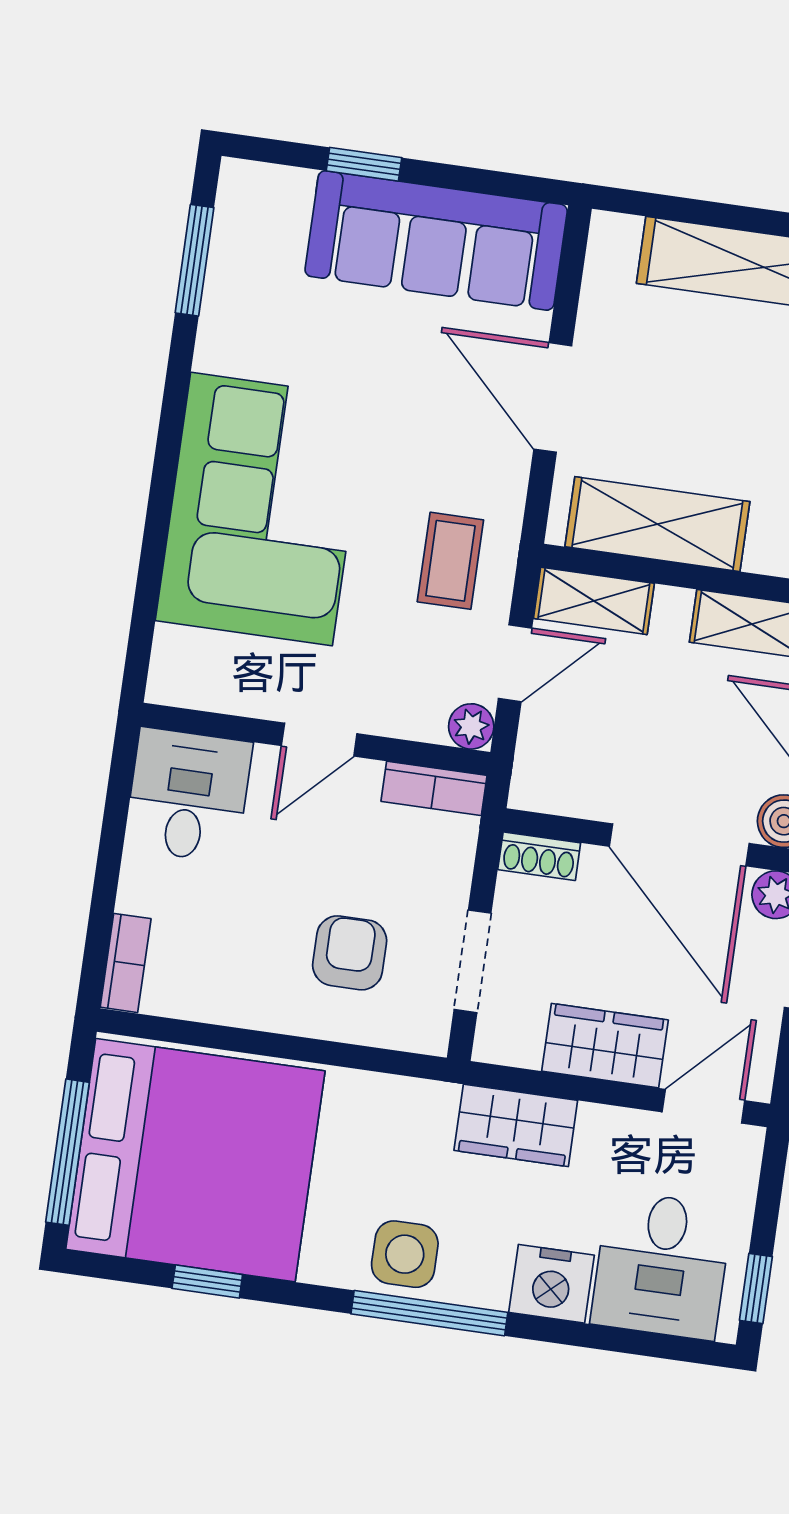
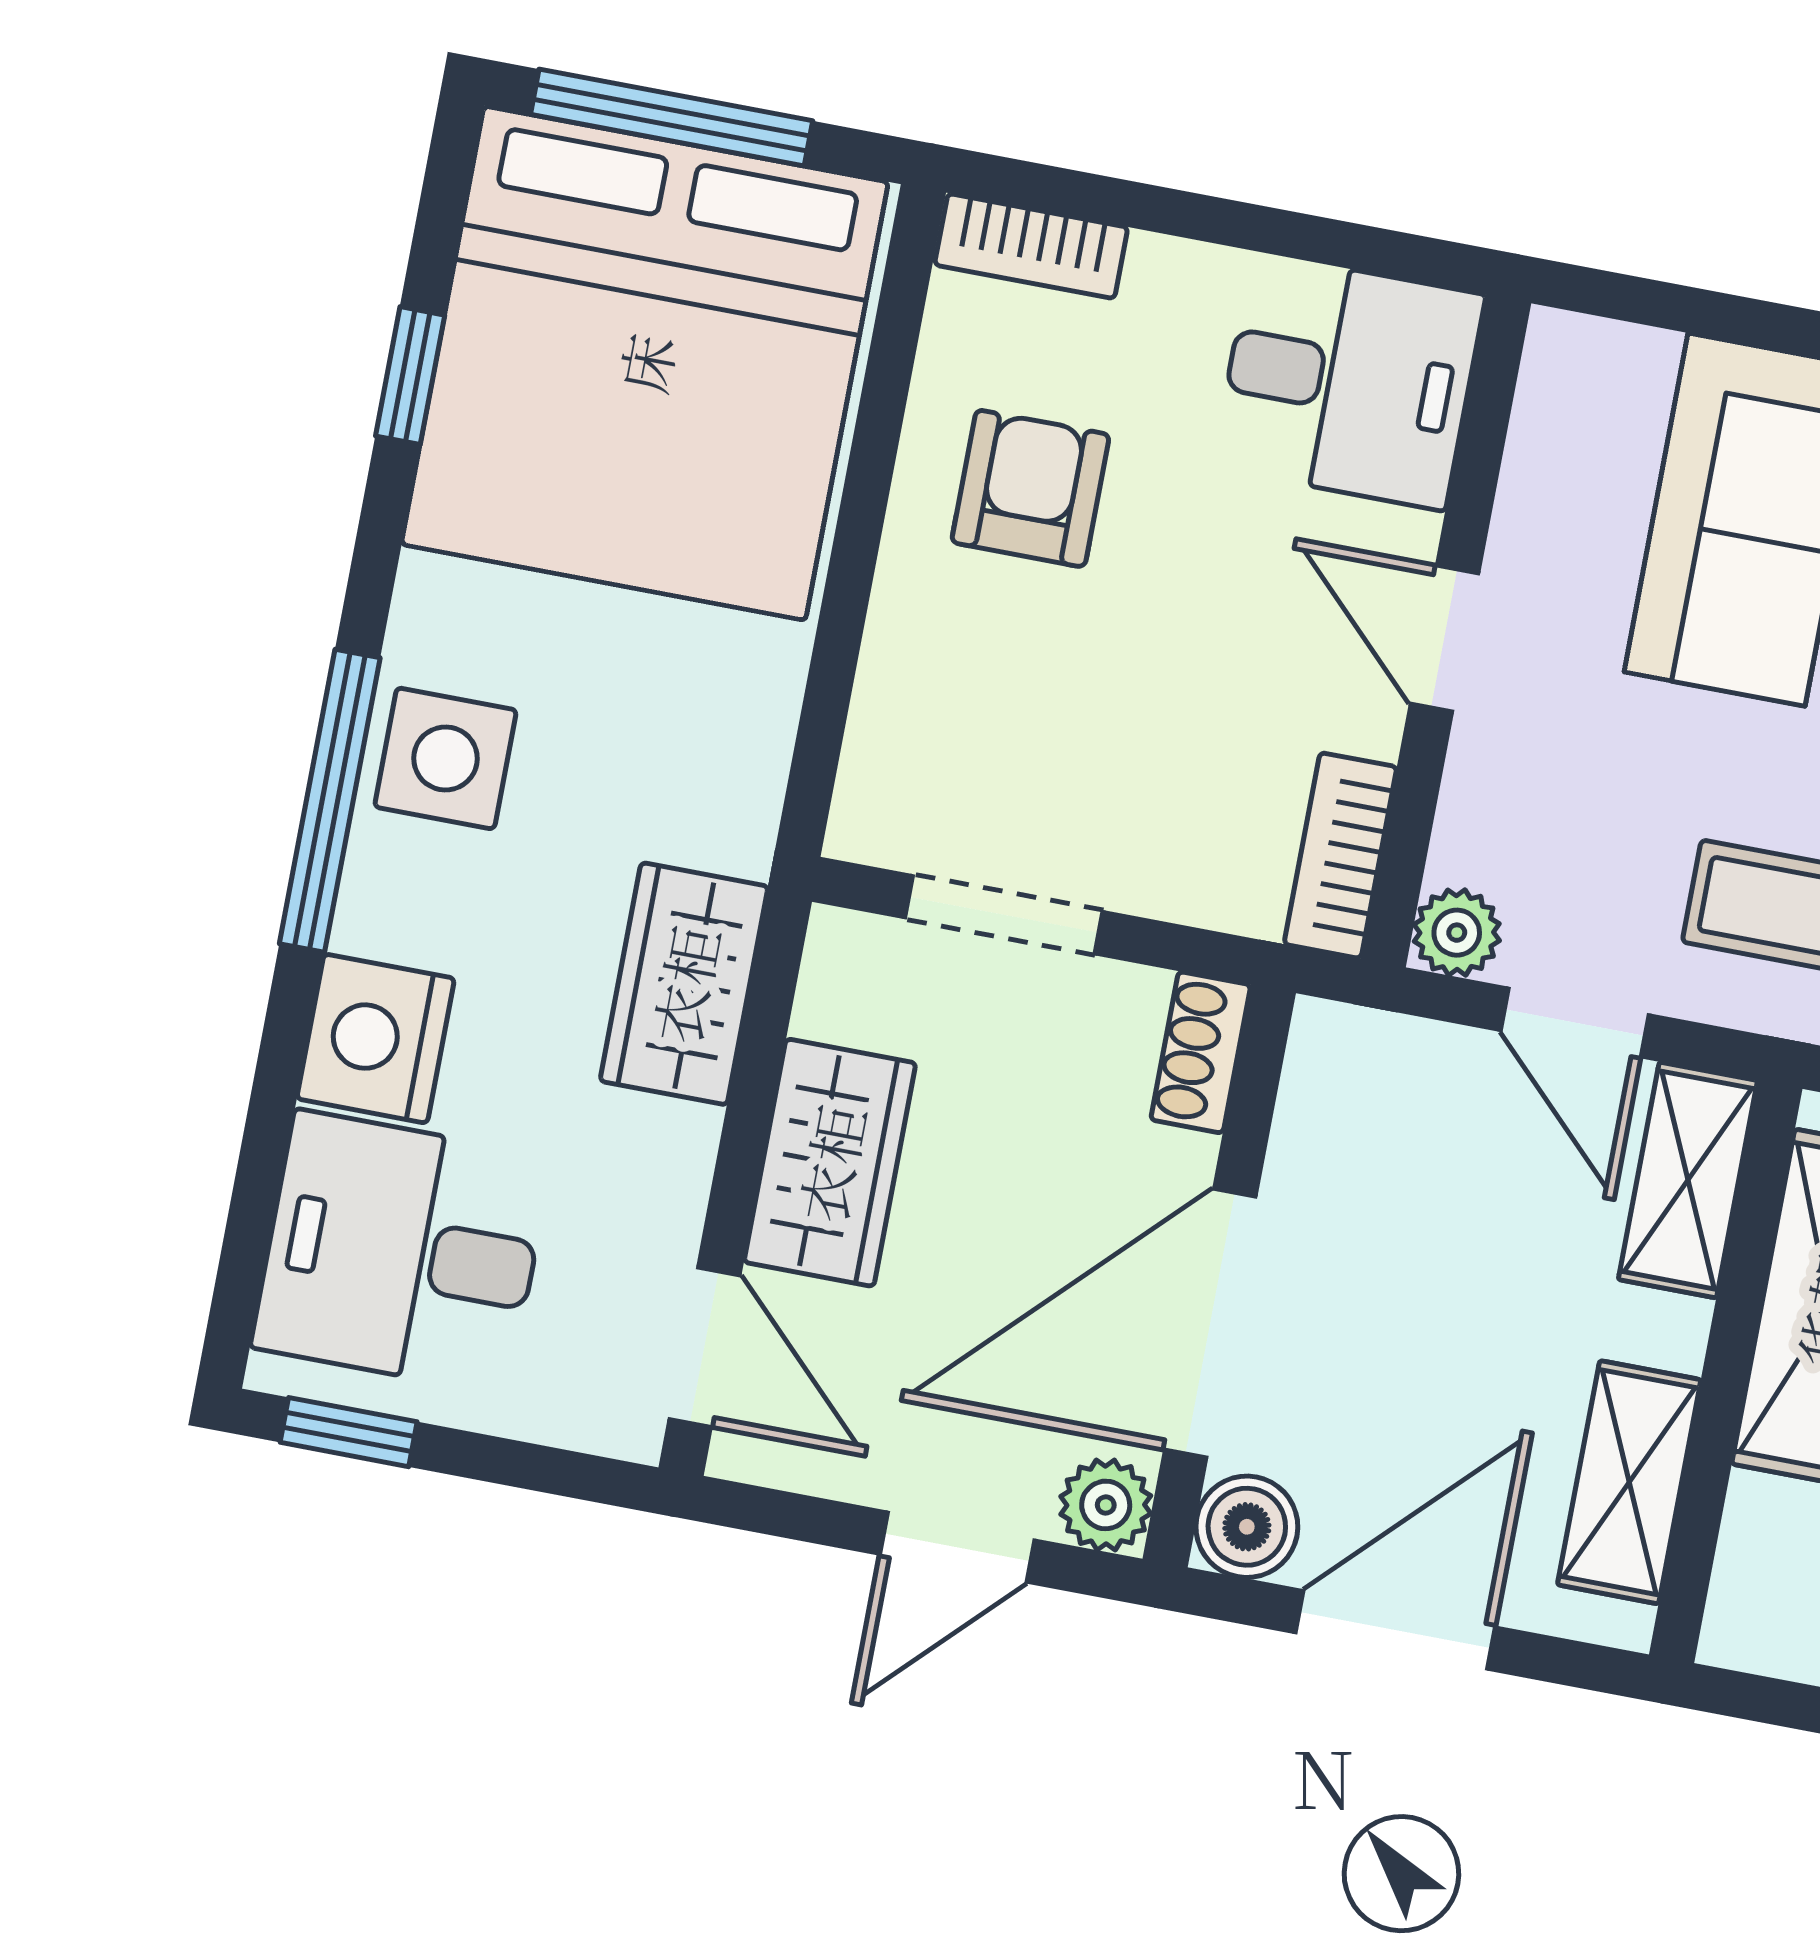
armchair: (350, 953) -> (1030, 488), moved, turned -90

